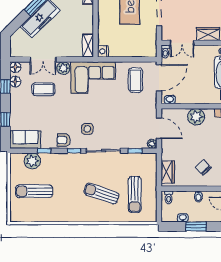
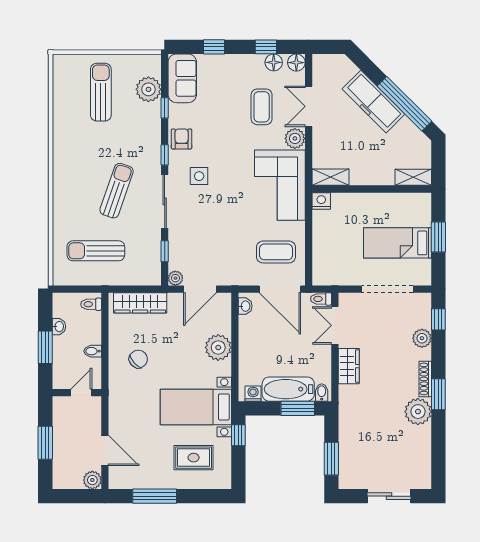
wardrobe: (168, 172) -> (140, 303), width x1.50
sun lounger: (101, 193) -> (117, 191), moved

